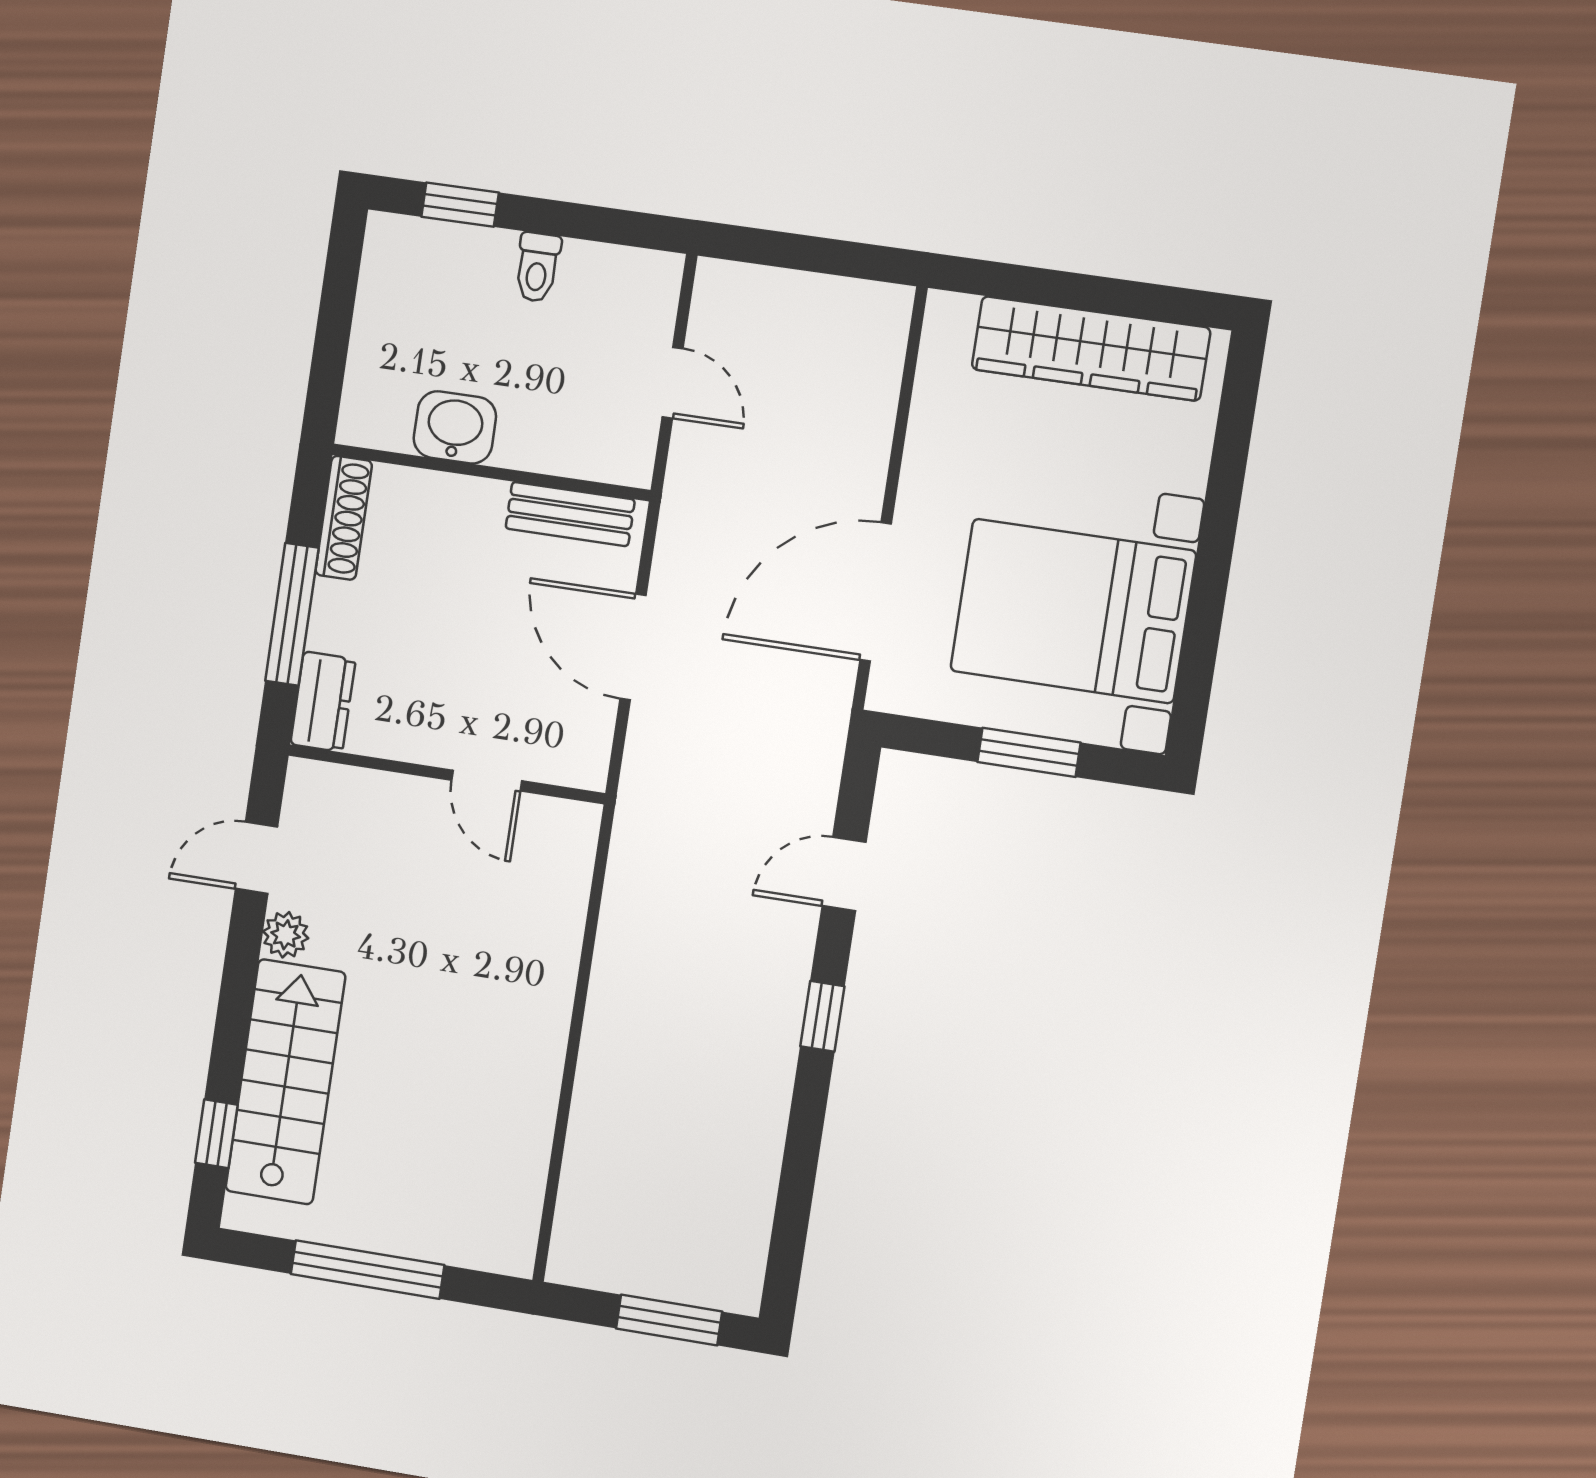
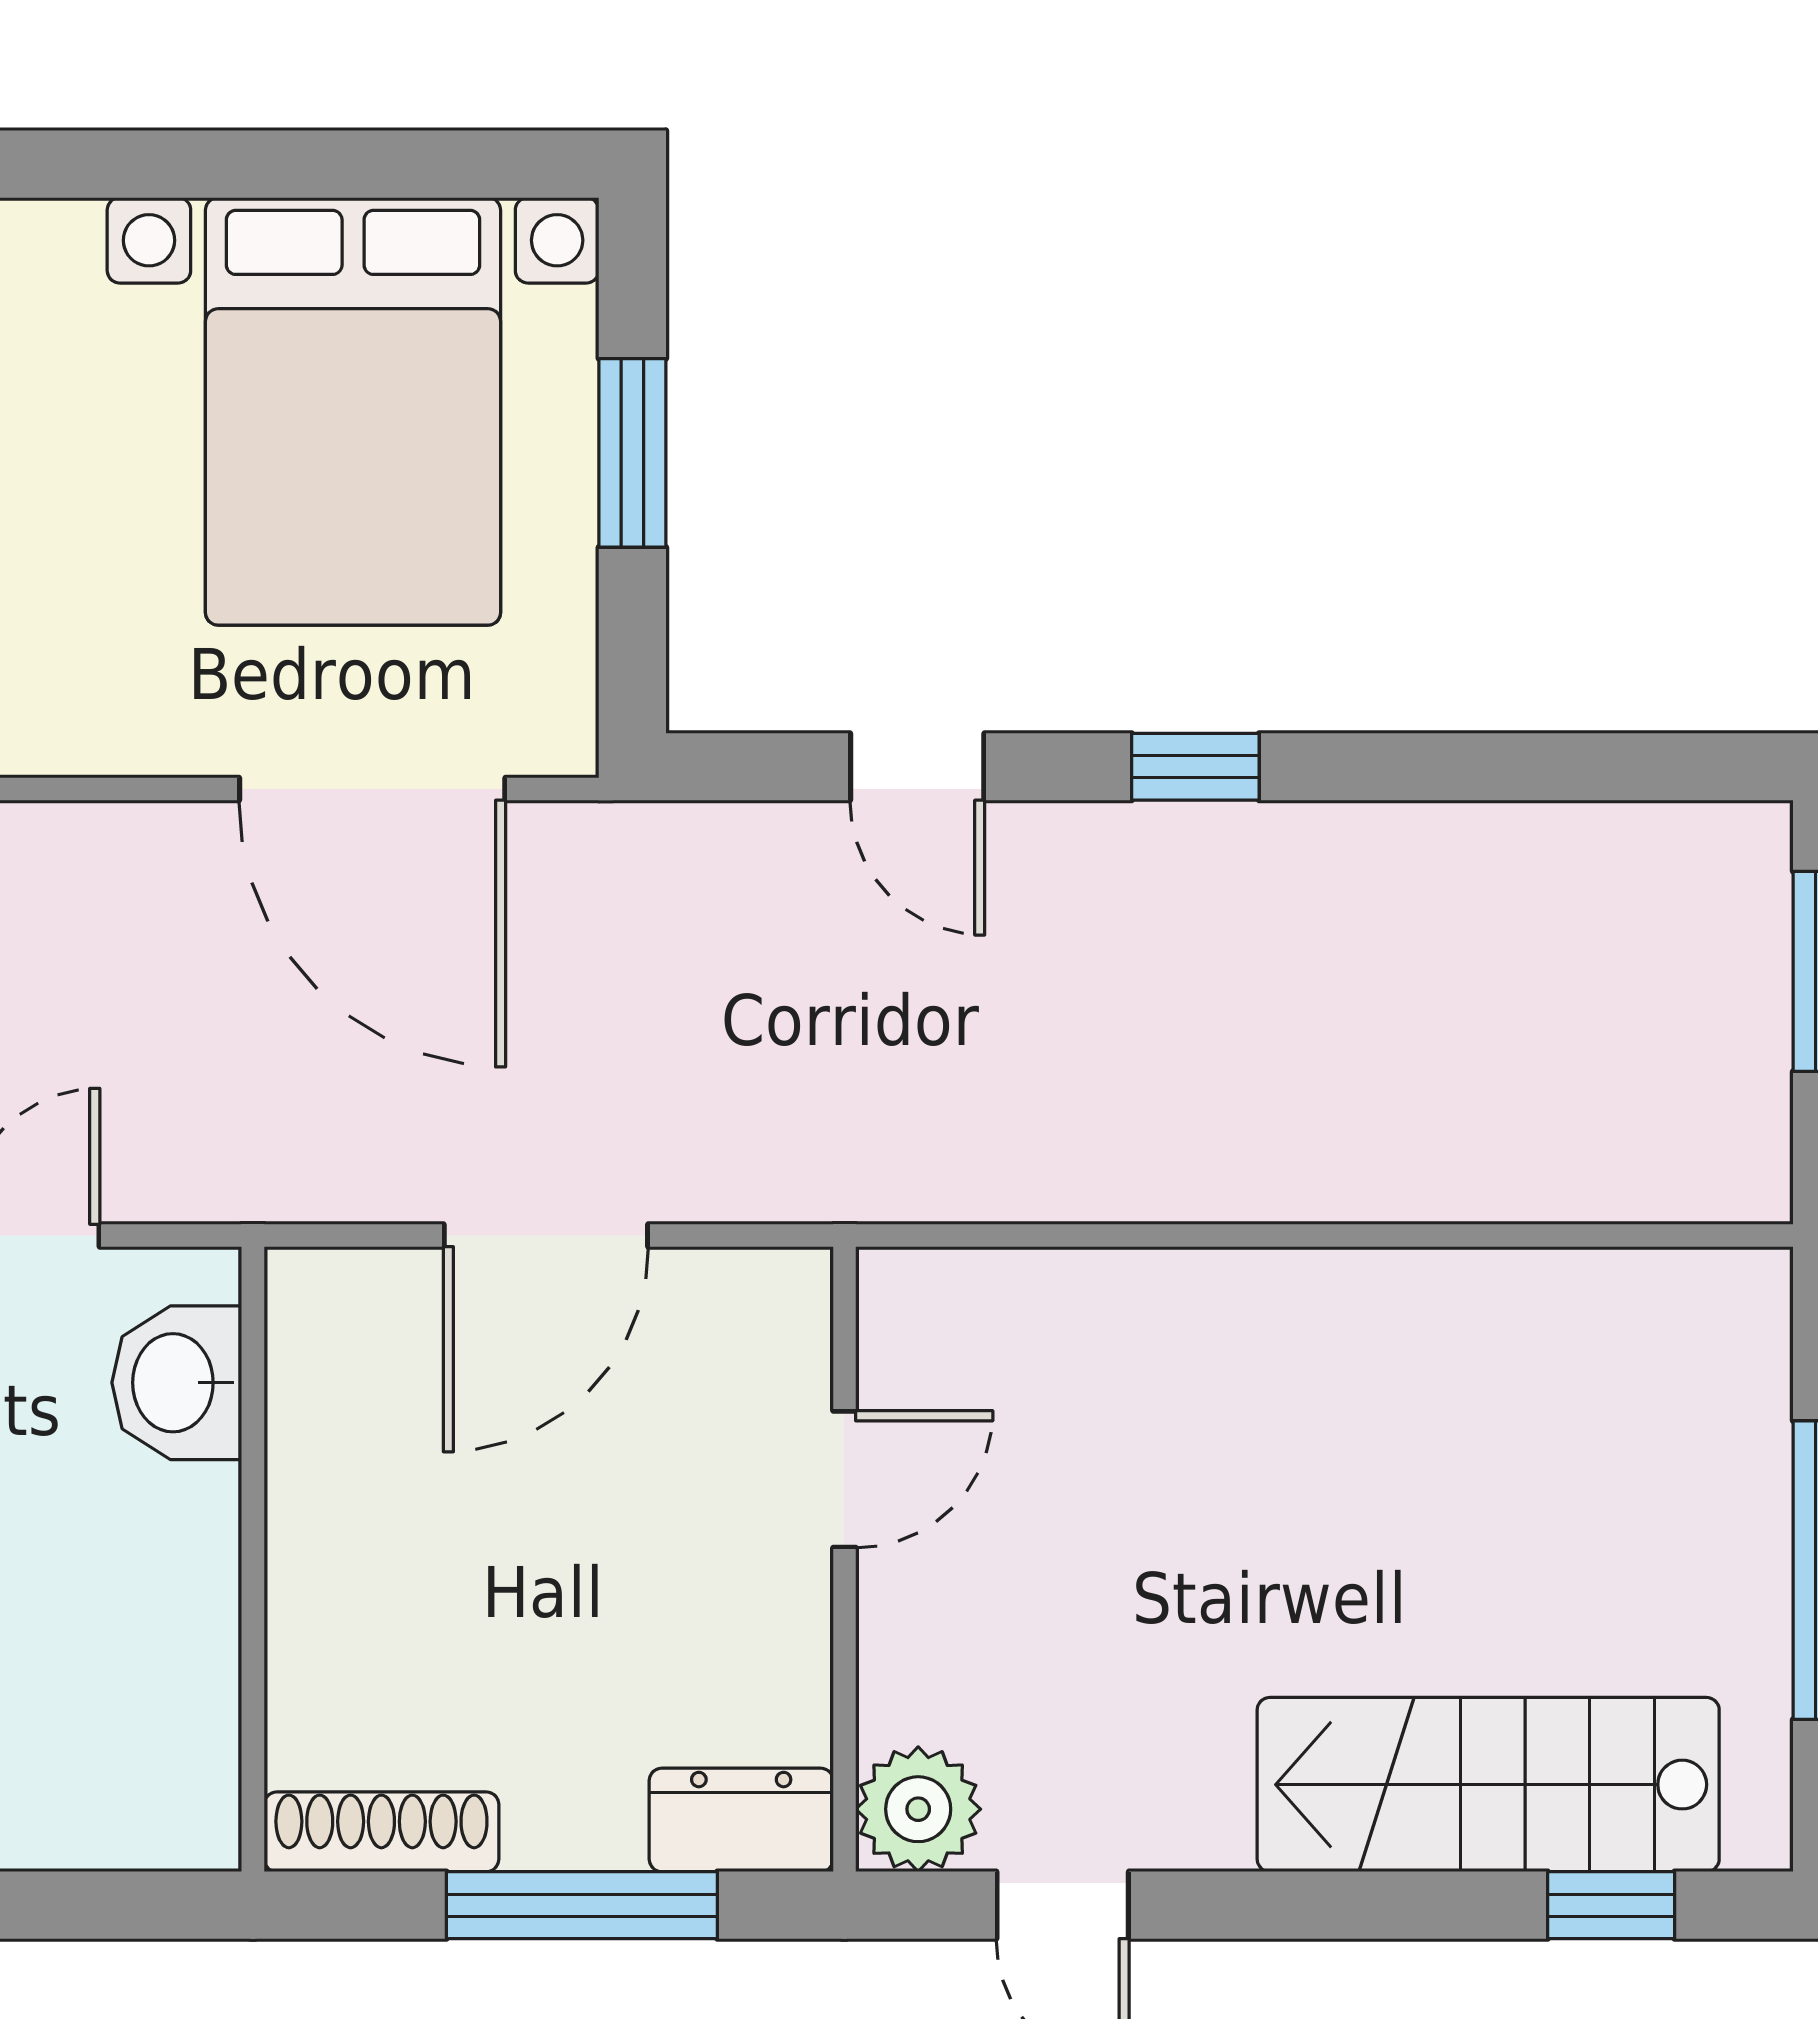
washbasin: (455, 427) -> (177, 1383), moved
bench: (570, 514) -> (310, 1395), removed
plant: (286, 935) -> (918, 1809), moved, width x1.38, depth x1.38

